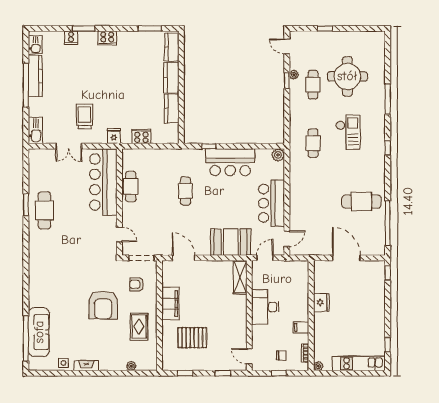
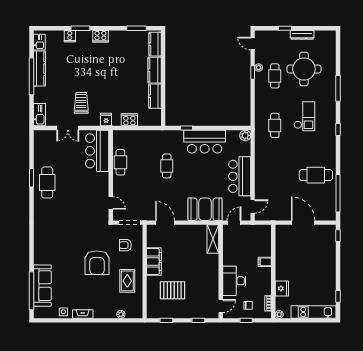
dresser: (345, 36) -> (302, 35), added
bar counter: (103, 182) -> (97, 151), width x0.73
fridge: (321, 302) -> (282, 288), moved
desk: (265, 307) -> (234, 281), moved
filing cabinet: (301, 327) -> (265, 262), moved
door: (249, 356) -> (221, 306), swing flipped

